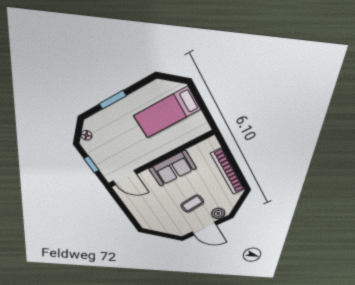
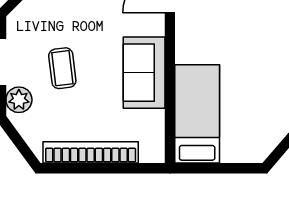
bed: (167, 113) -> (197, 114), moved

